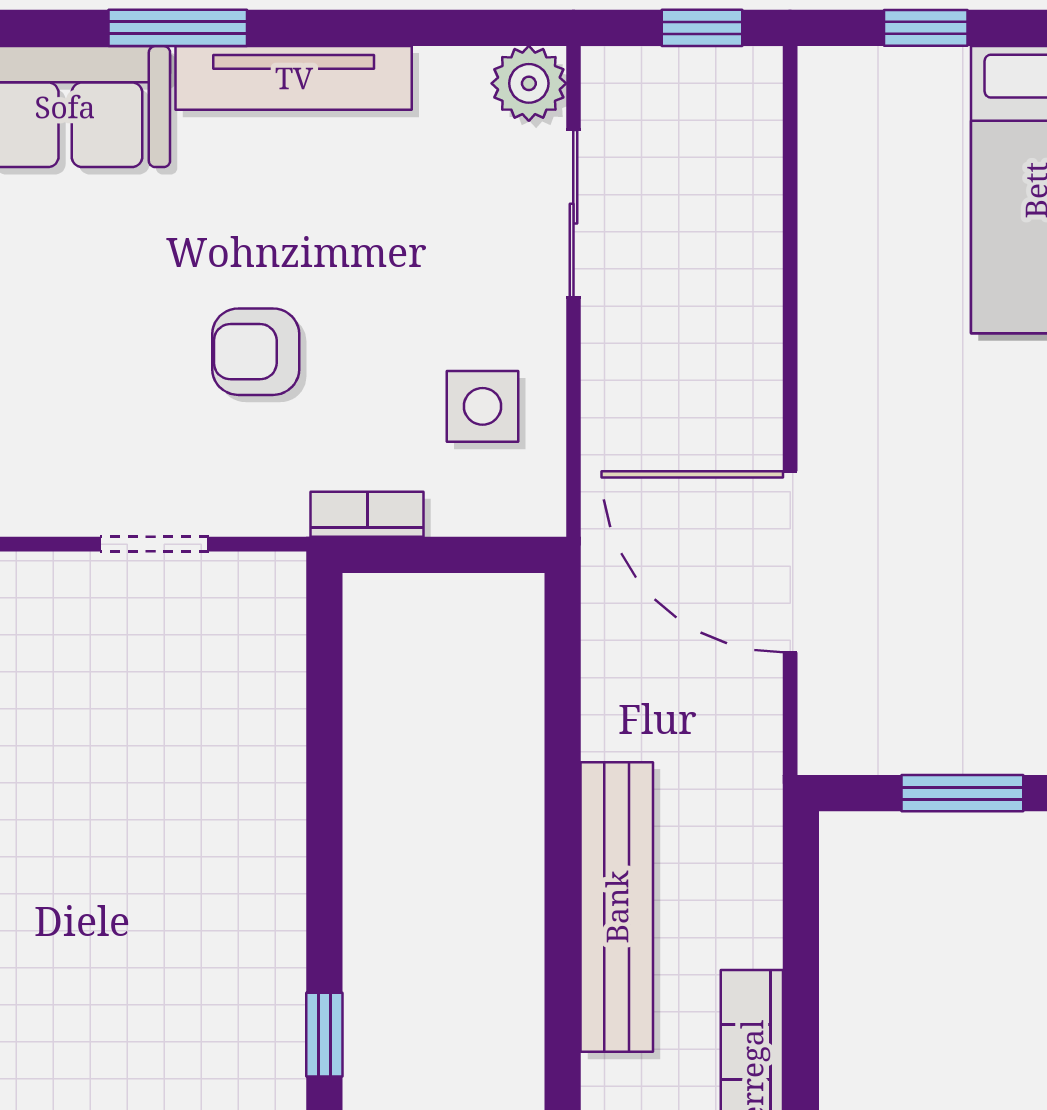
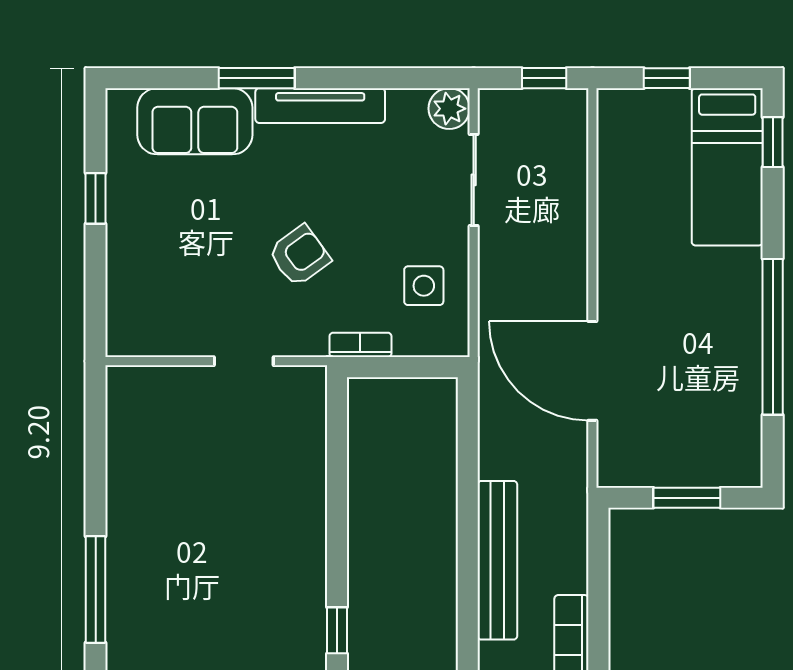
armchair: (256, 352) -> (299, 256), turned 144

